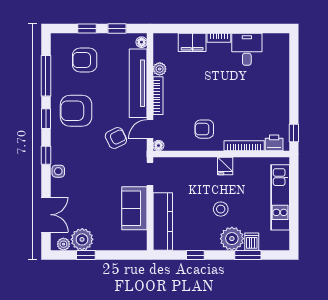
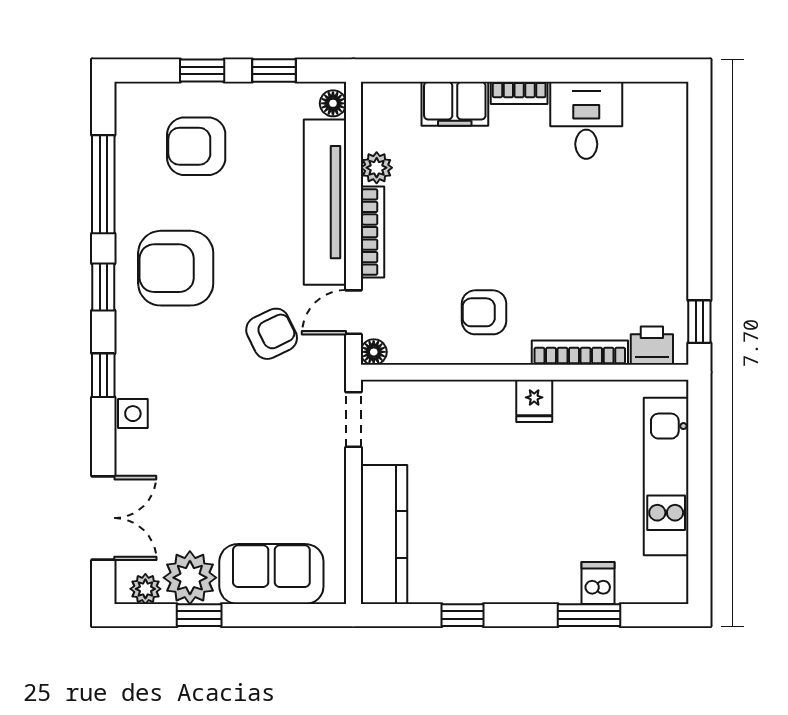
sofa: (134, 208) -> (271, 574), moved, turned 90
stool: (221, 209) -> (523, 505), removed
plant: (232, 239) -> (550, 576), removed

